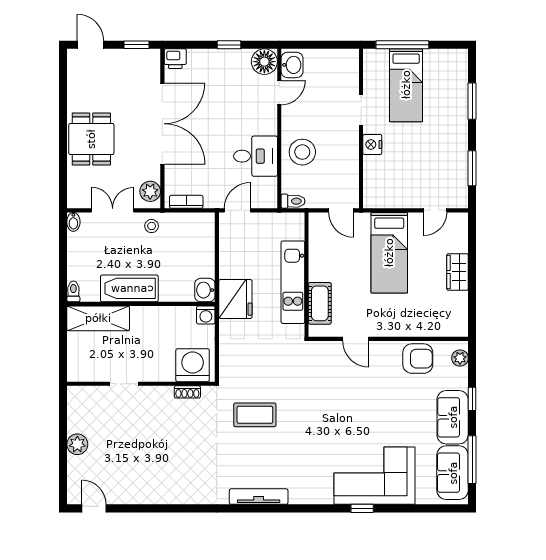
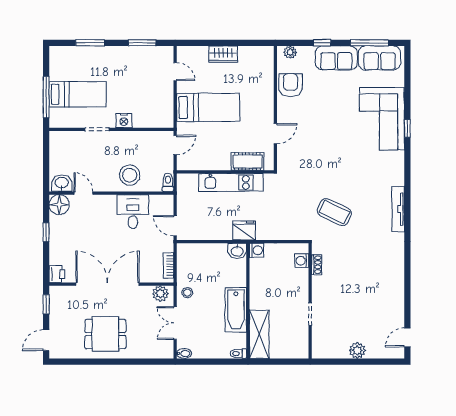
dining table: (91, 139) -> (105, 334), moved
fridge: (235, 299) -> (244, 230), width x0.73, depth x0.75
washing machine: (193, 365) -> (302, 261), width x0.53, depth x0.53
coffee table: (255, 415) -> (334, 212), turned -64

